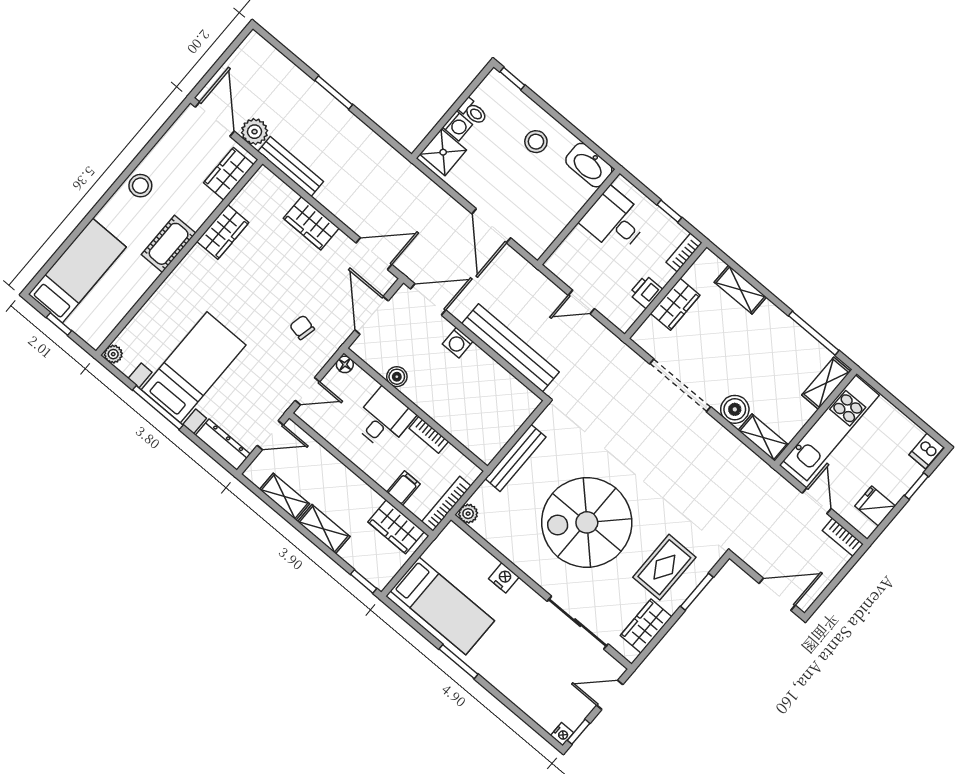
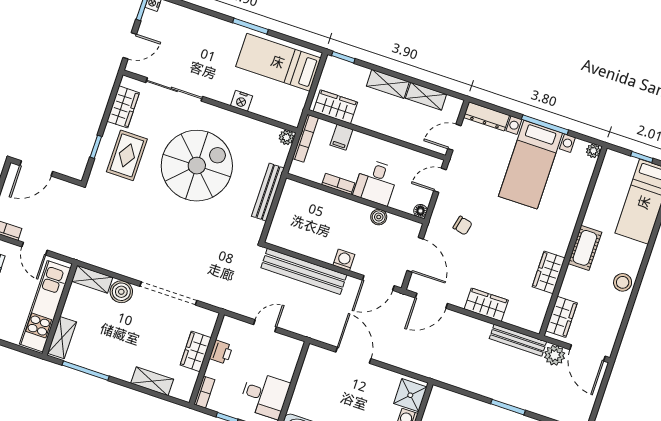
window: (697, 592) -> (96, 147), width x0.67

